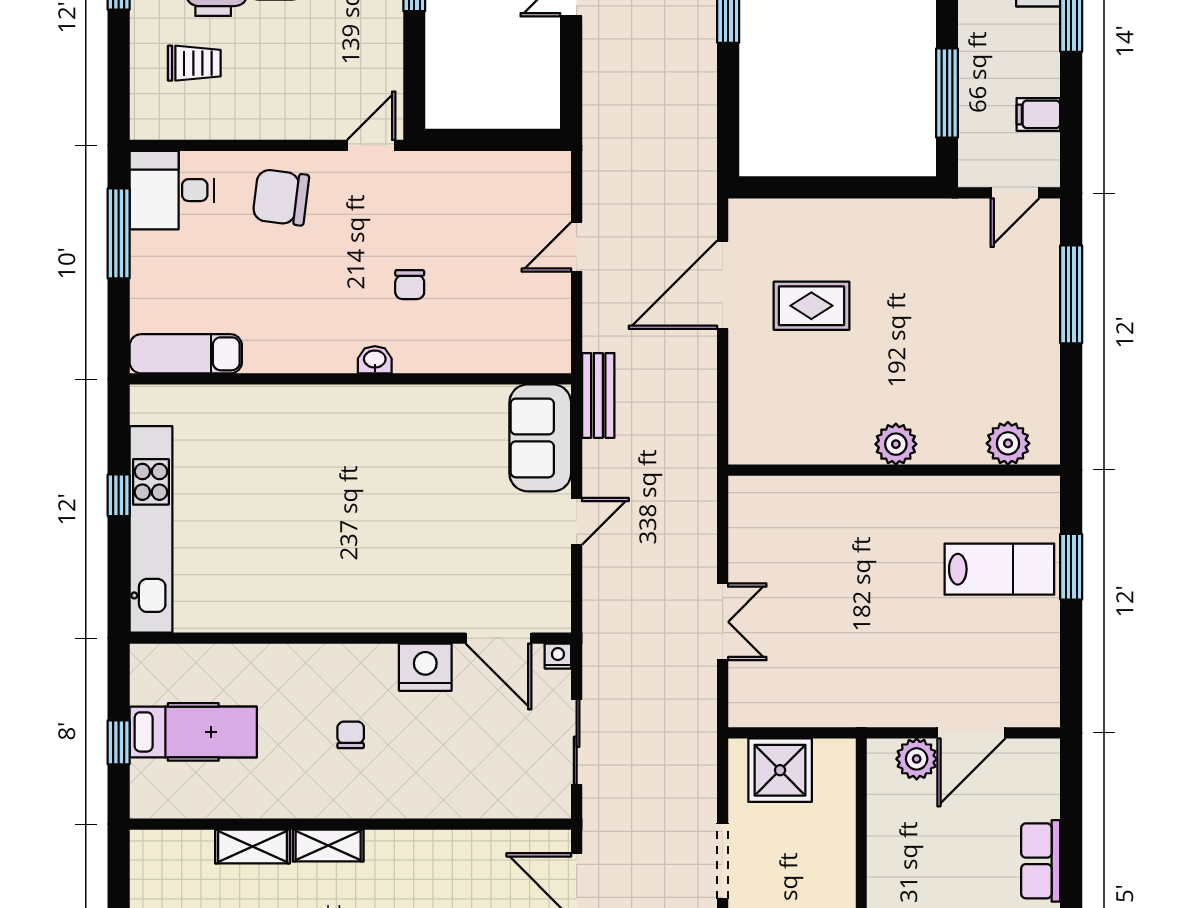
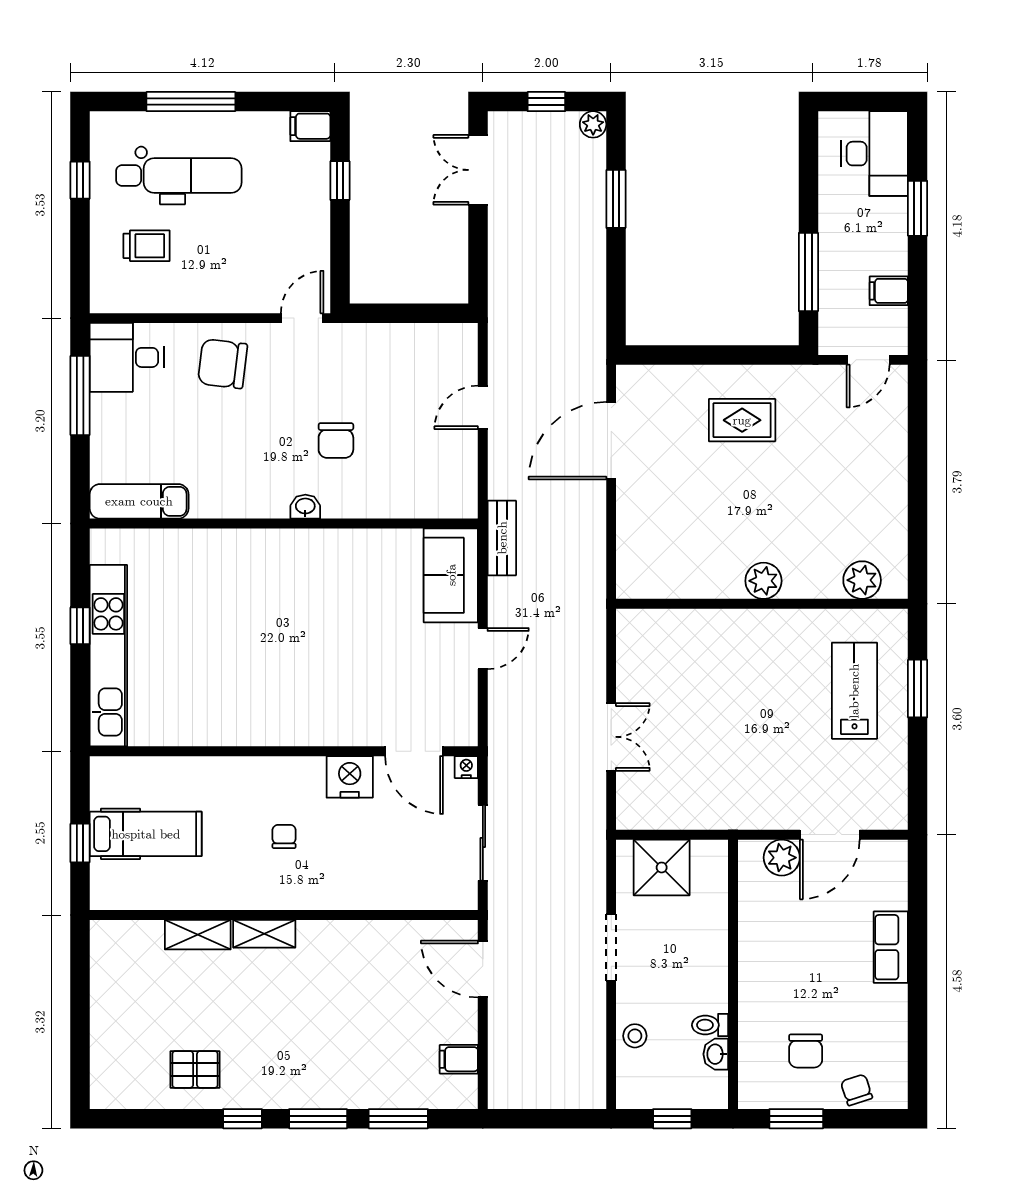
chair: (410, 285) -> (336, 440), width x1.37, depth x1.37
window: (1071, 294) -> (918, 449), removed
rug: (811, 306) -> (742, 420), moved
lab bench: (999, 569) -> (854, 691), turned -90

